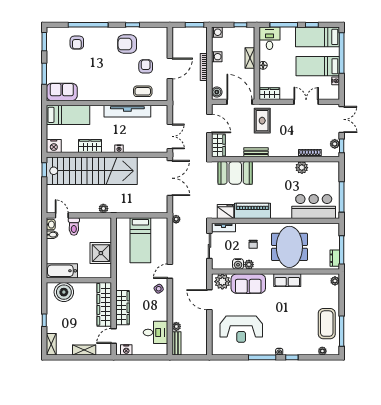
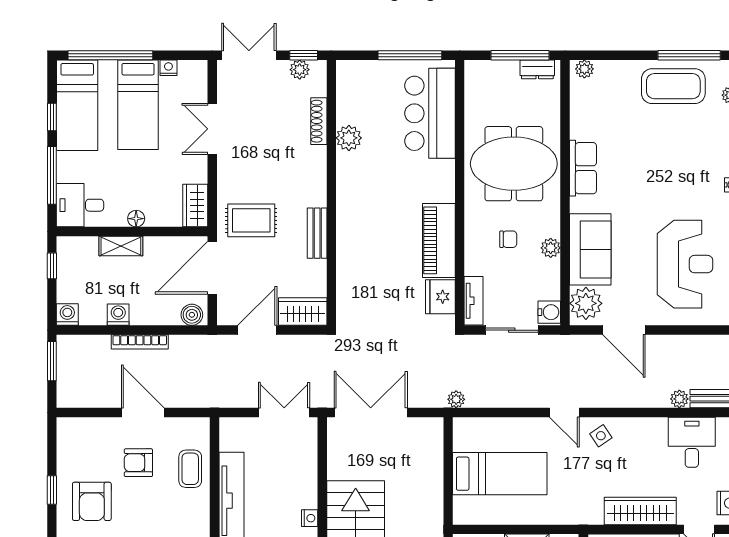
booth: (235, 173) -> (360, 277), removed
water cooler: (238, 264) -> (549, 312), moved
door: (209, 300) -> (624, 330), hinge flipped

